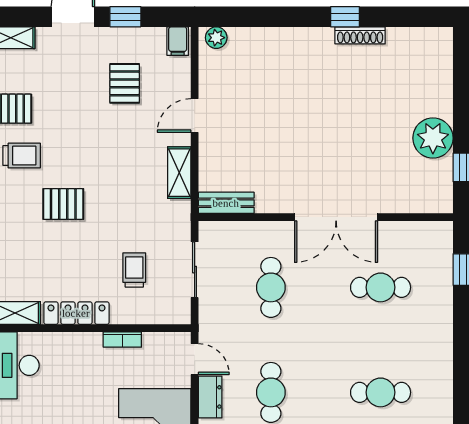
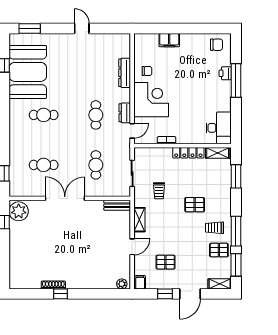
pallet: (125, 83) -> (165, 262), turned 90
plant: (433, 138) -> (19, 211), moved
trolley: (134, 270) -> (159, 191), moved
door: (195, 359) -> (132, 131), swing flipped

